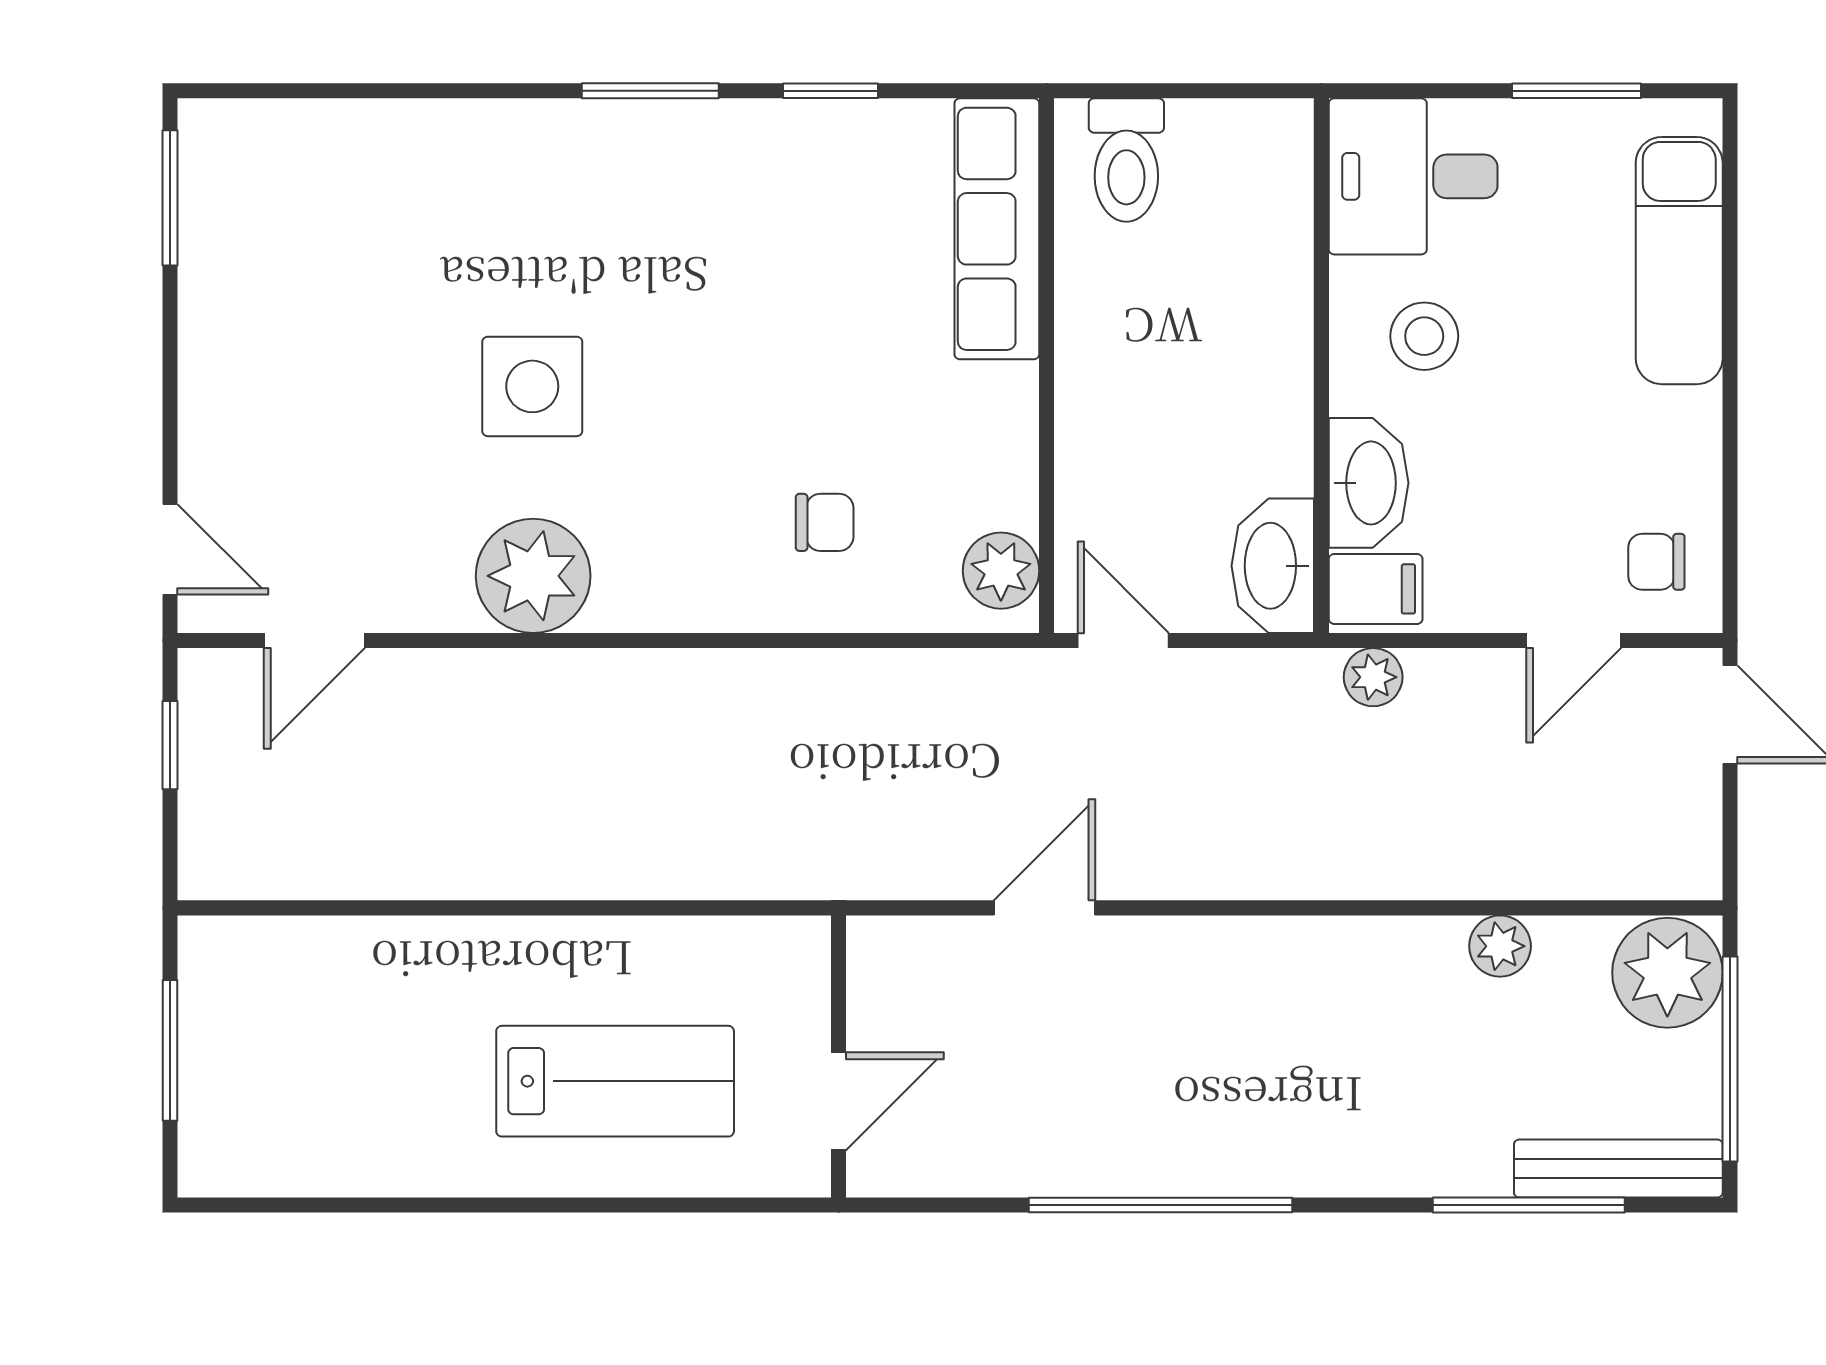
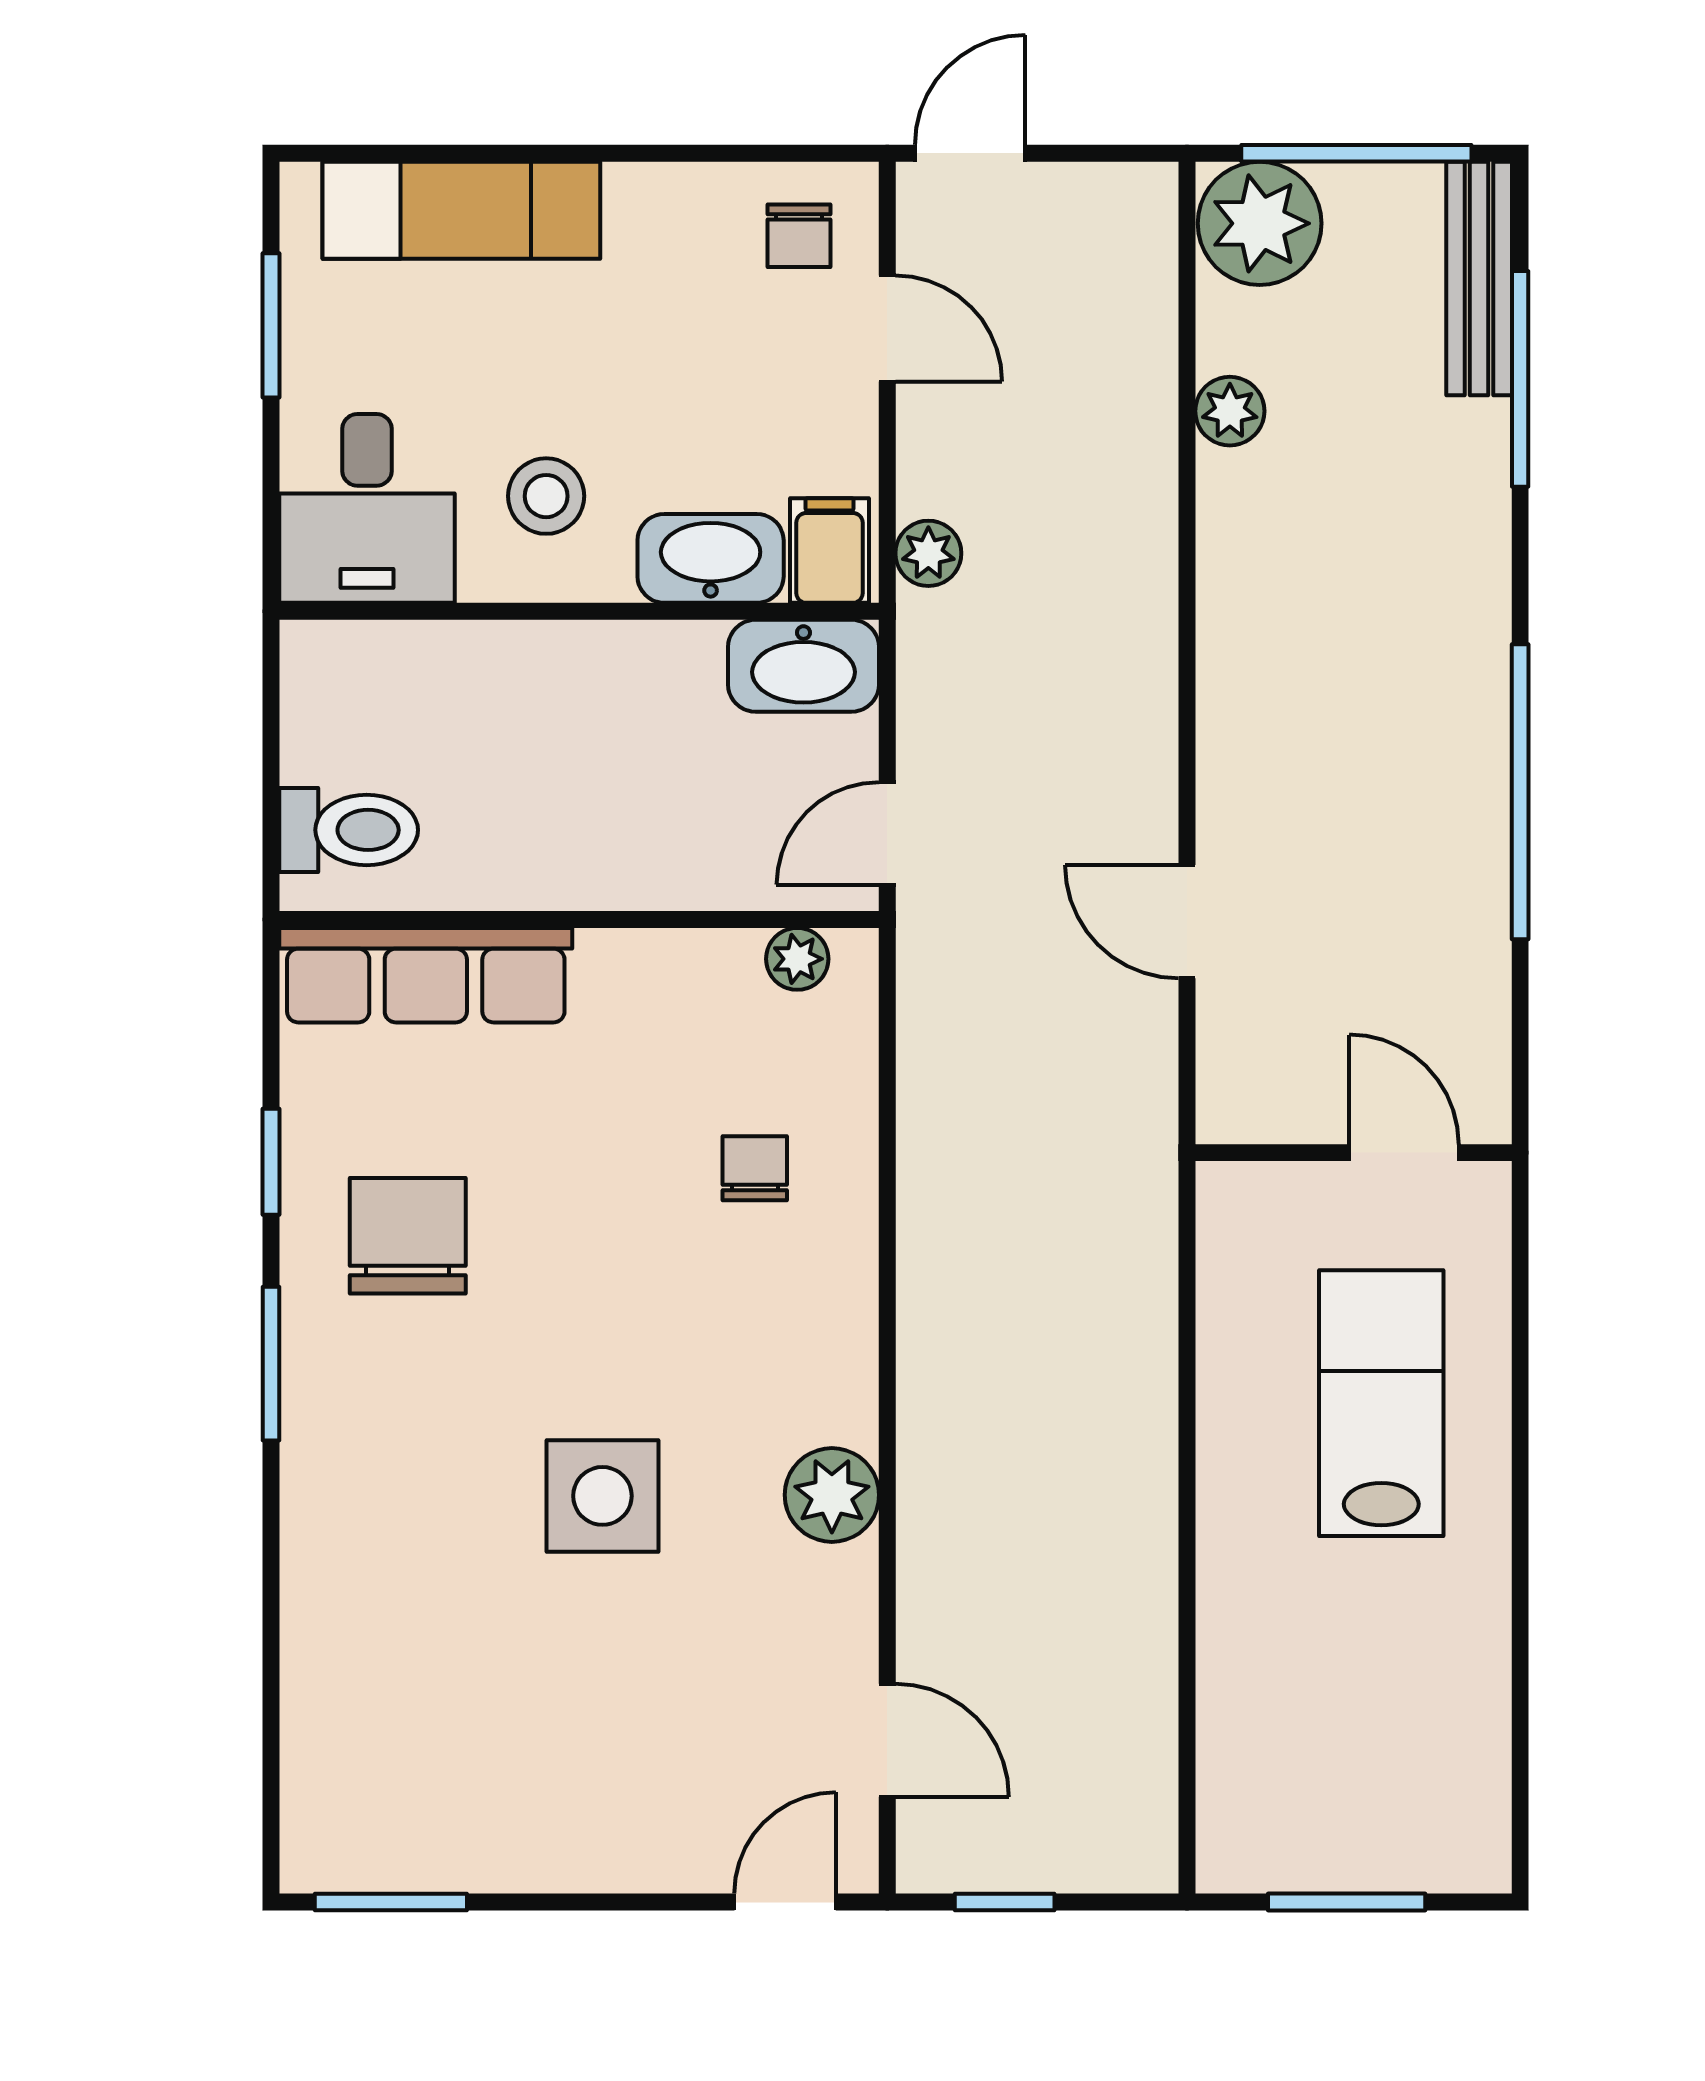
chair: (764, 213) -> (408, 1236), added
plant: (1001, 571) -> (797, 959), width x0.73, depth x0.73
plant: (533, 576) -> (832, 1495), width x0.73, depth x0.73

